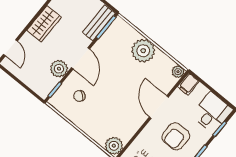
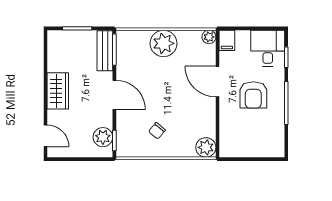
plant: (59, 69) -> (103, 137), moved
chair: (79, 96) -> (157, 131), moved

